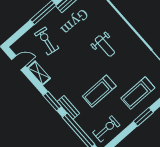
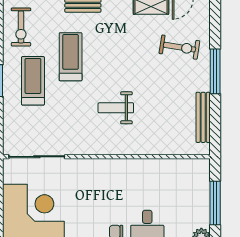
treadmill: (138, 93) -> (33, 81), moved

